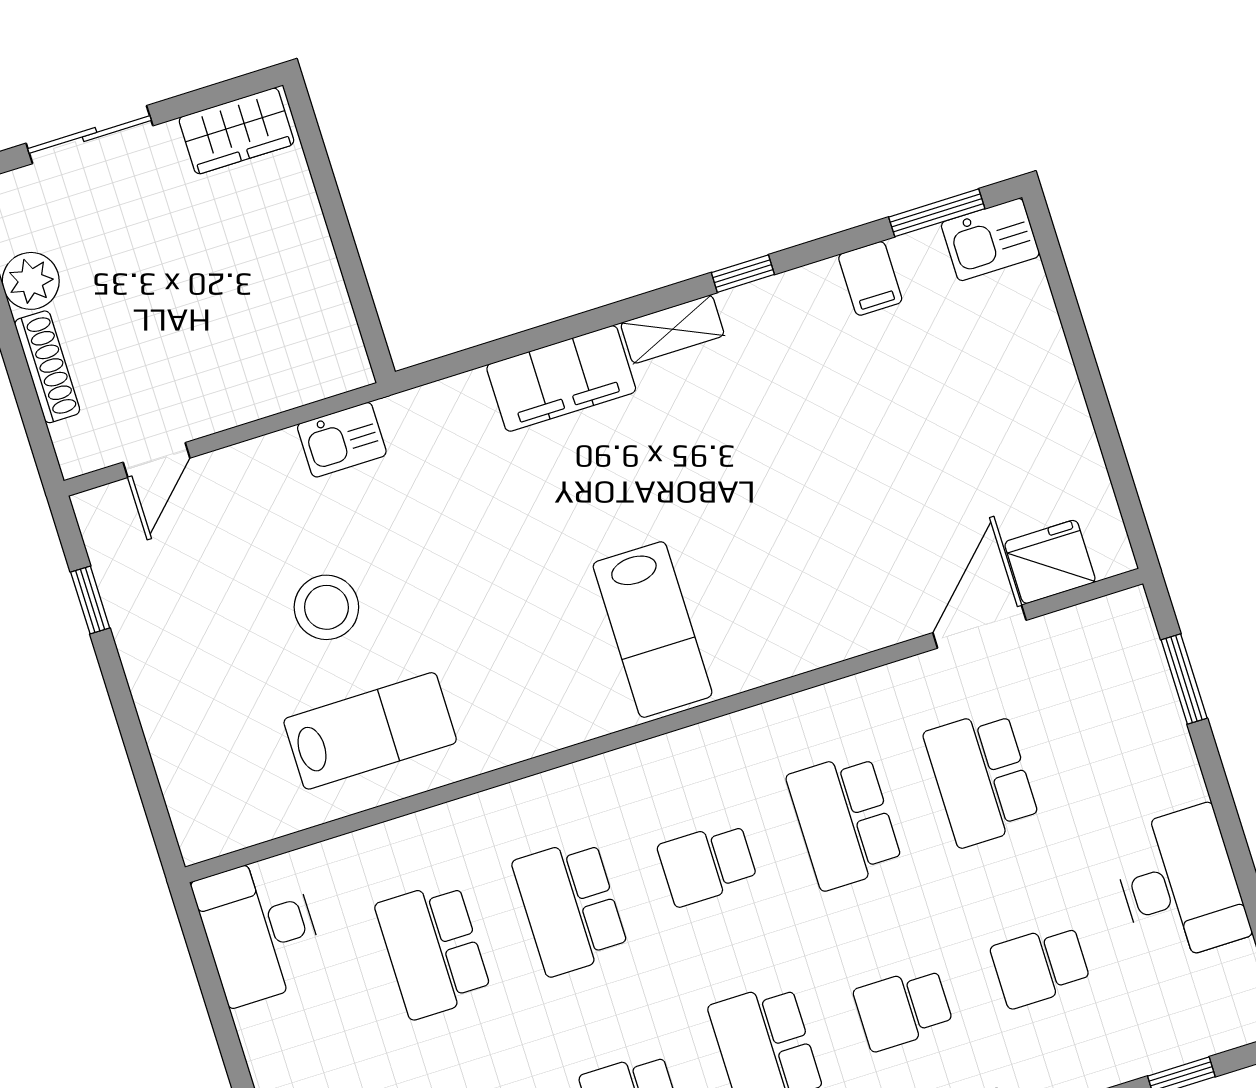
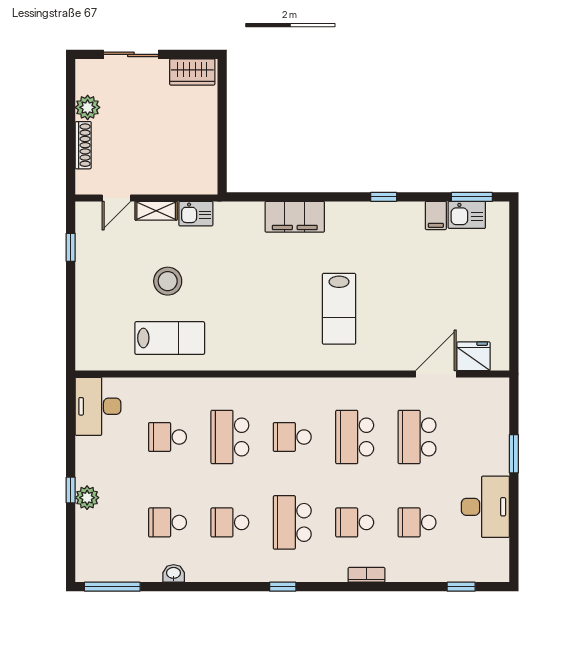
kitchen sink: (990, 239) -> (467, 215), moved
shelving: (672, 329) -> (156, 211), moved
lab bench: (653, 630) -> (339, 309), moved
window: (1184, 679) -> (514, 454), moved
school desk: (433, 950) -> (167, 437), width x0.54

